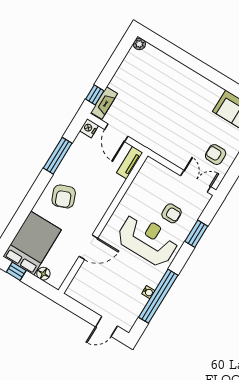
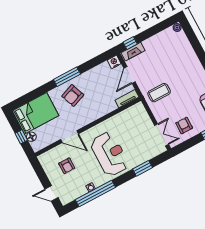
coffee table: (163, 133) -> (159, 93), added
window: (58, 156) -> (67, 77), moved
armchair: (172, 213) -> (67, 166), moved
window: (16, 271) -> (21, 137), moved

